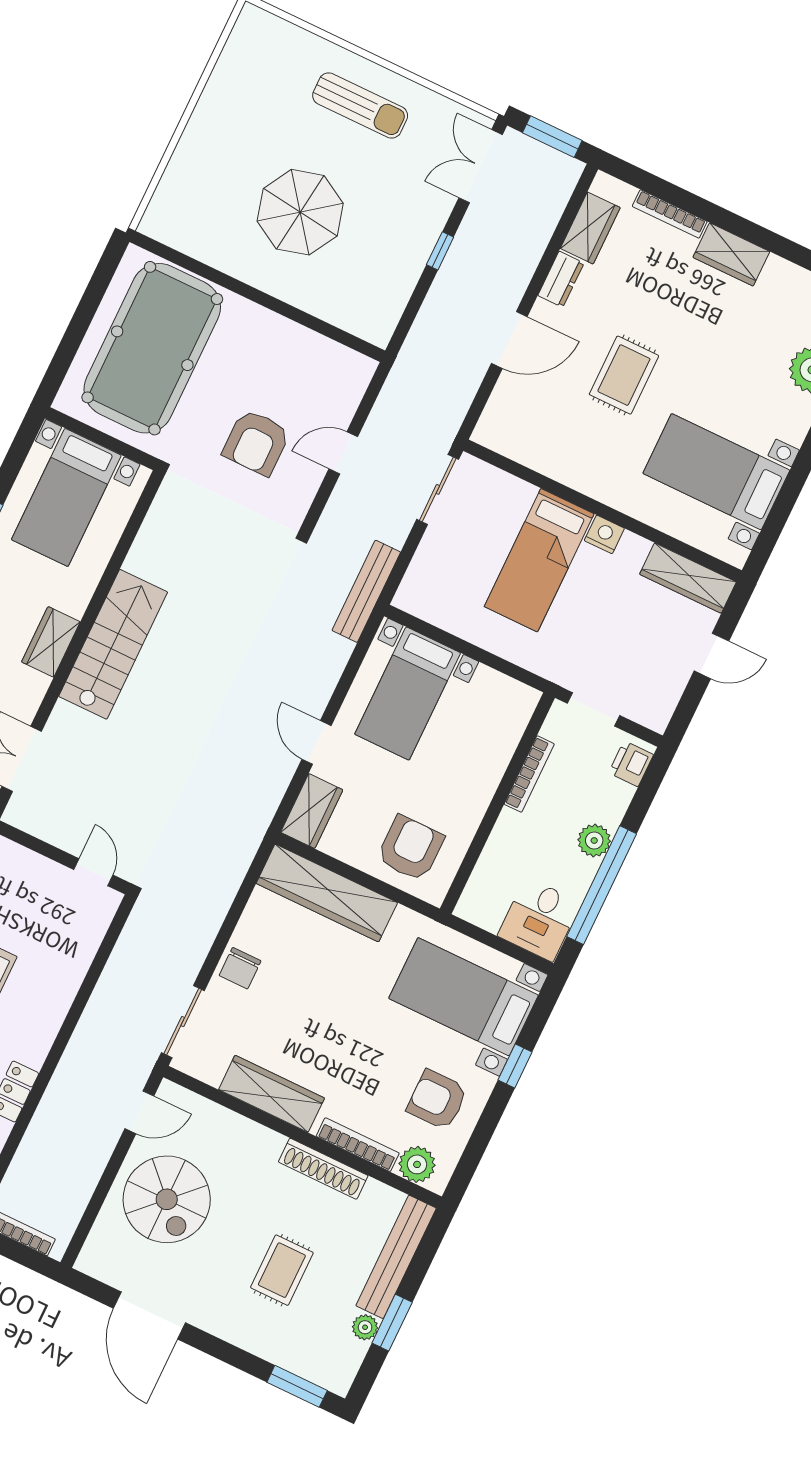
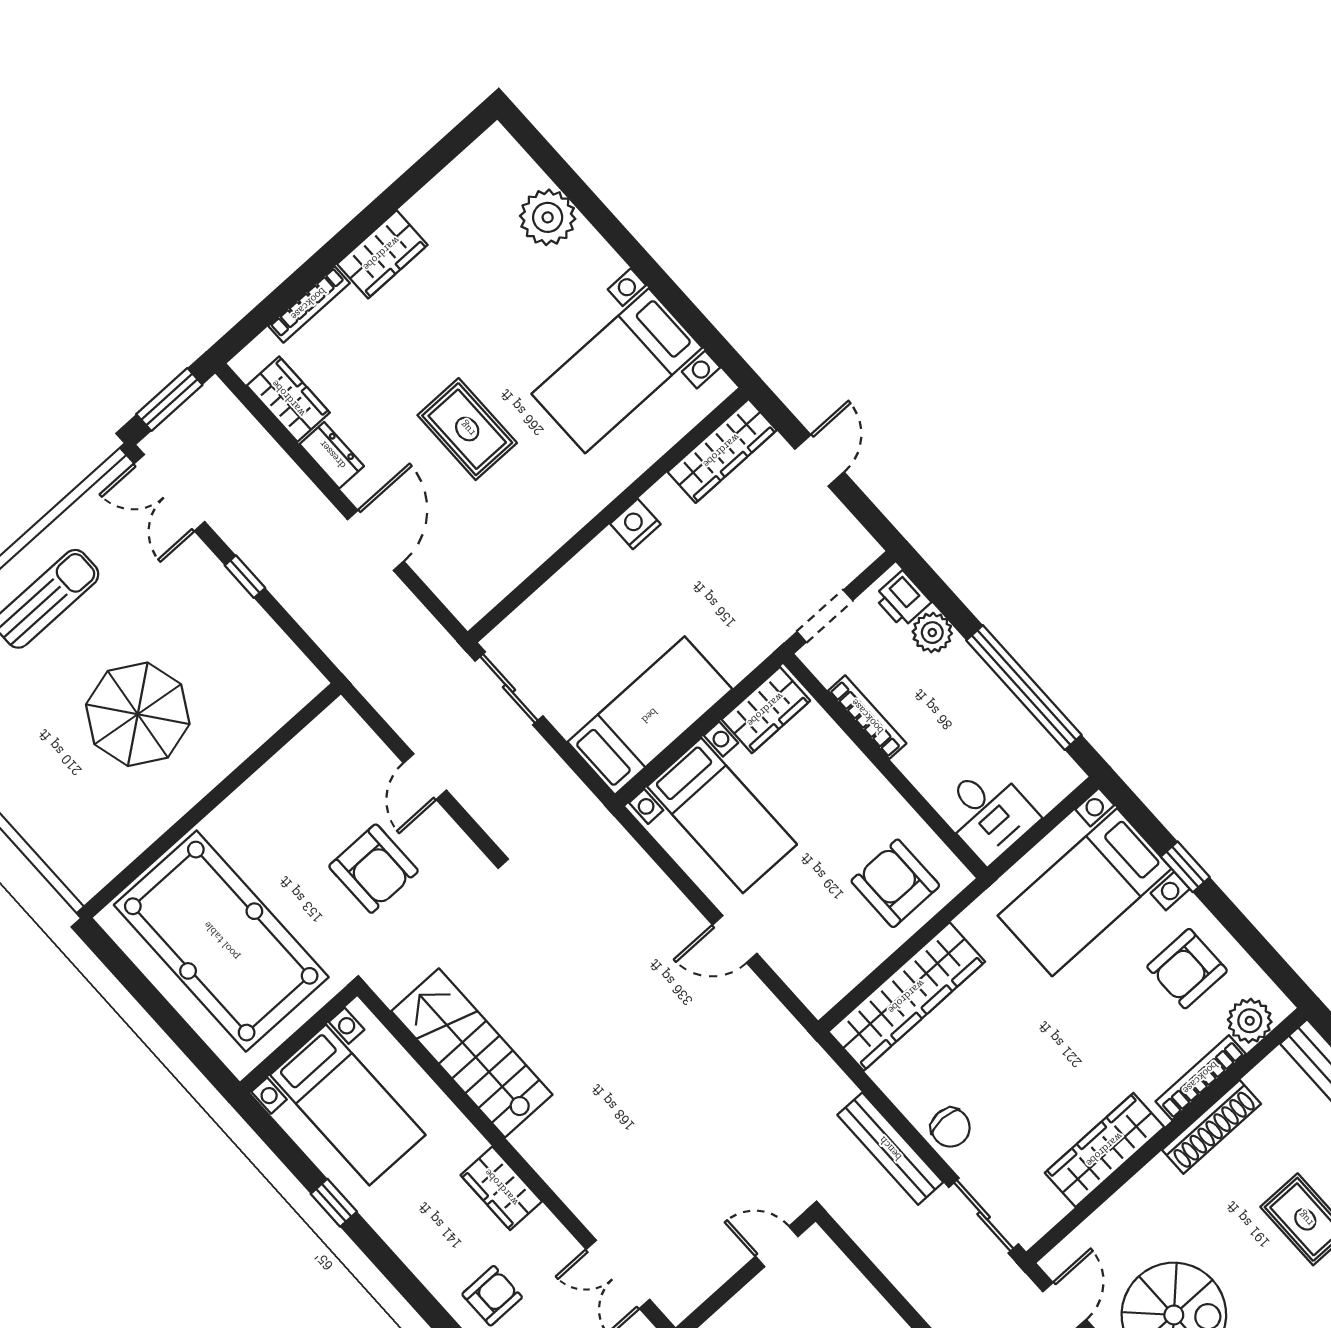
bed: (539, 560) -> (650, 716), moved, turned -90
bench: (366, 591) -> (890, 1149), moved
stairs: (113, 644) -> (472, 1053), moved
wardrobe: (312, 811) -> (766, 710), moved, turned 90
plant: (594, 841) -> (932, 633), moved
desk: (539, 919) -> (988, 813), moved

